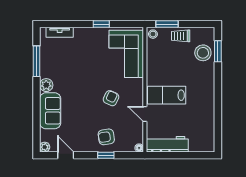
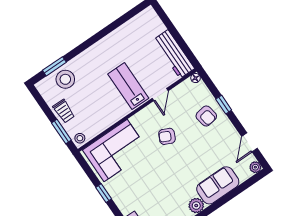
lab bench: (167, 95) -> (128, 86), turned 180

